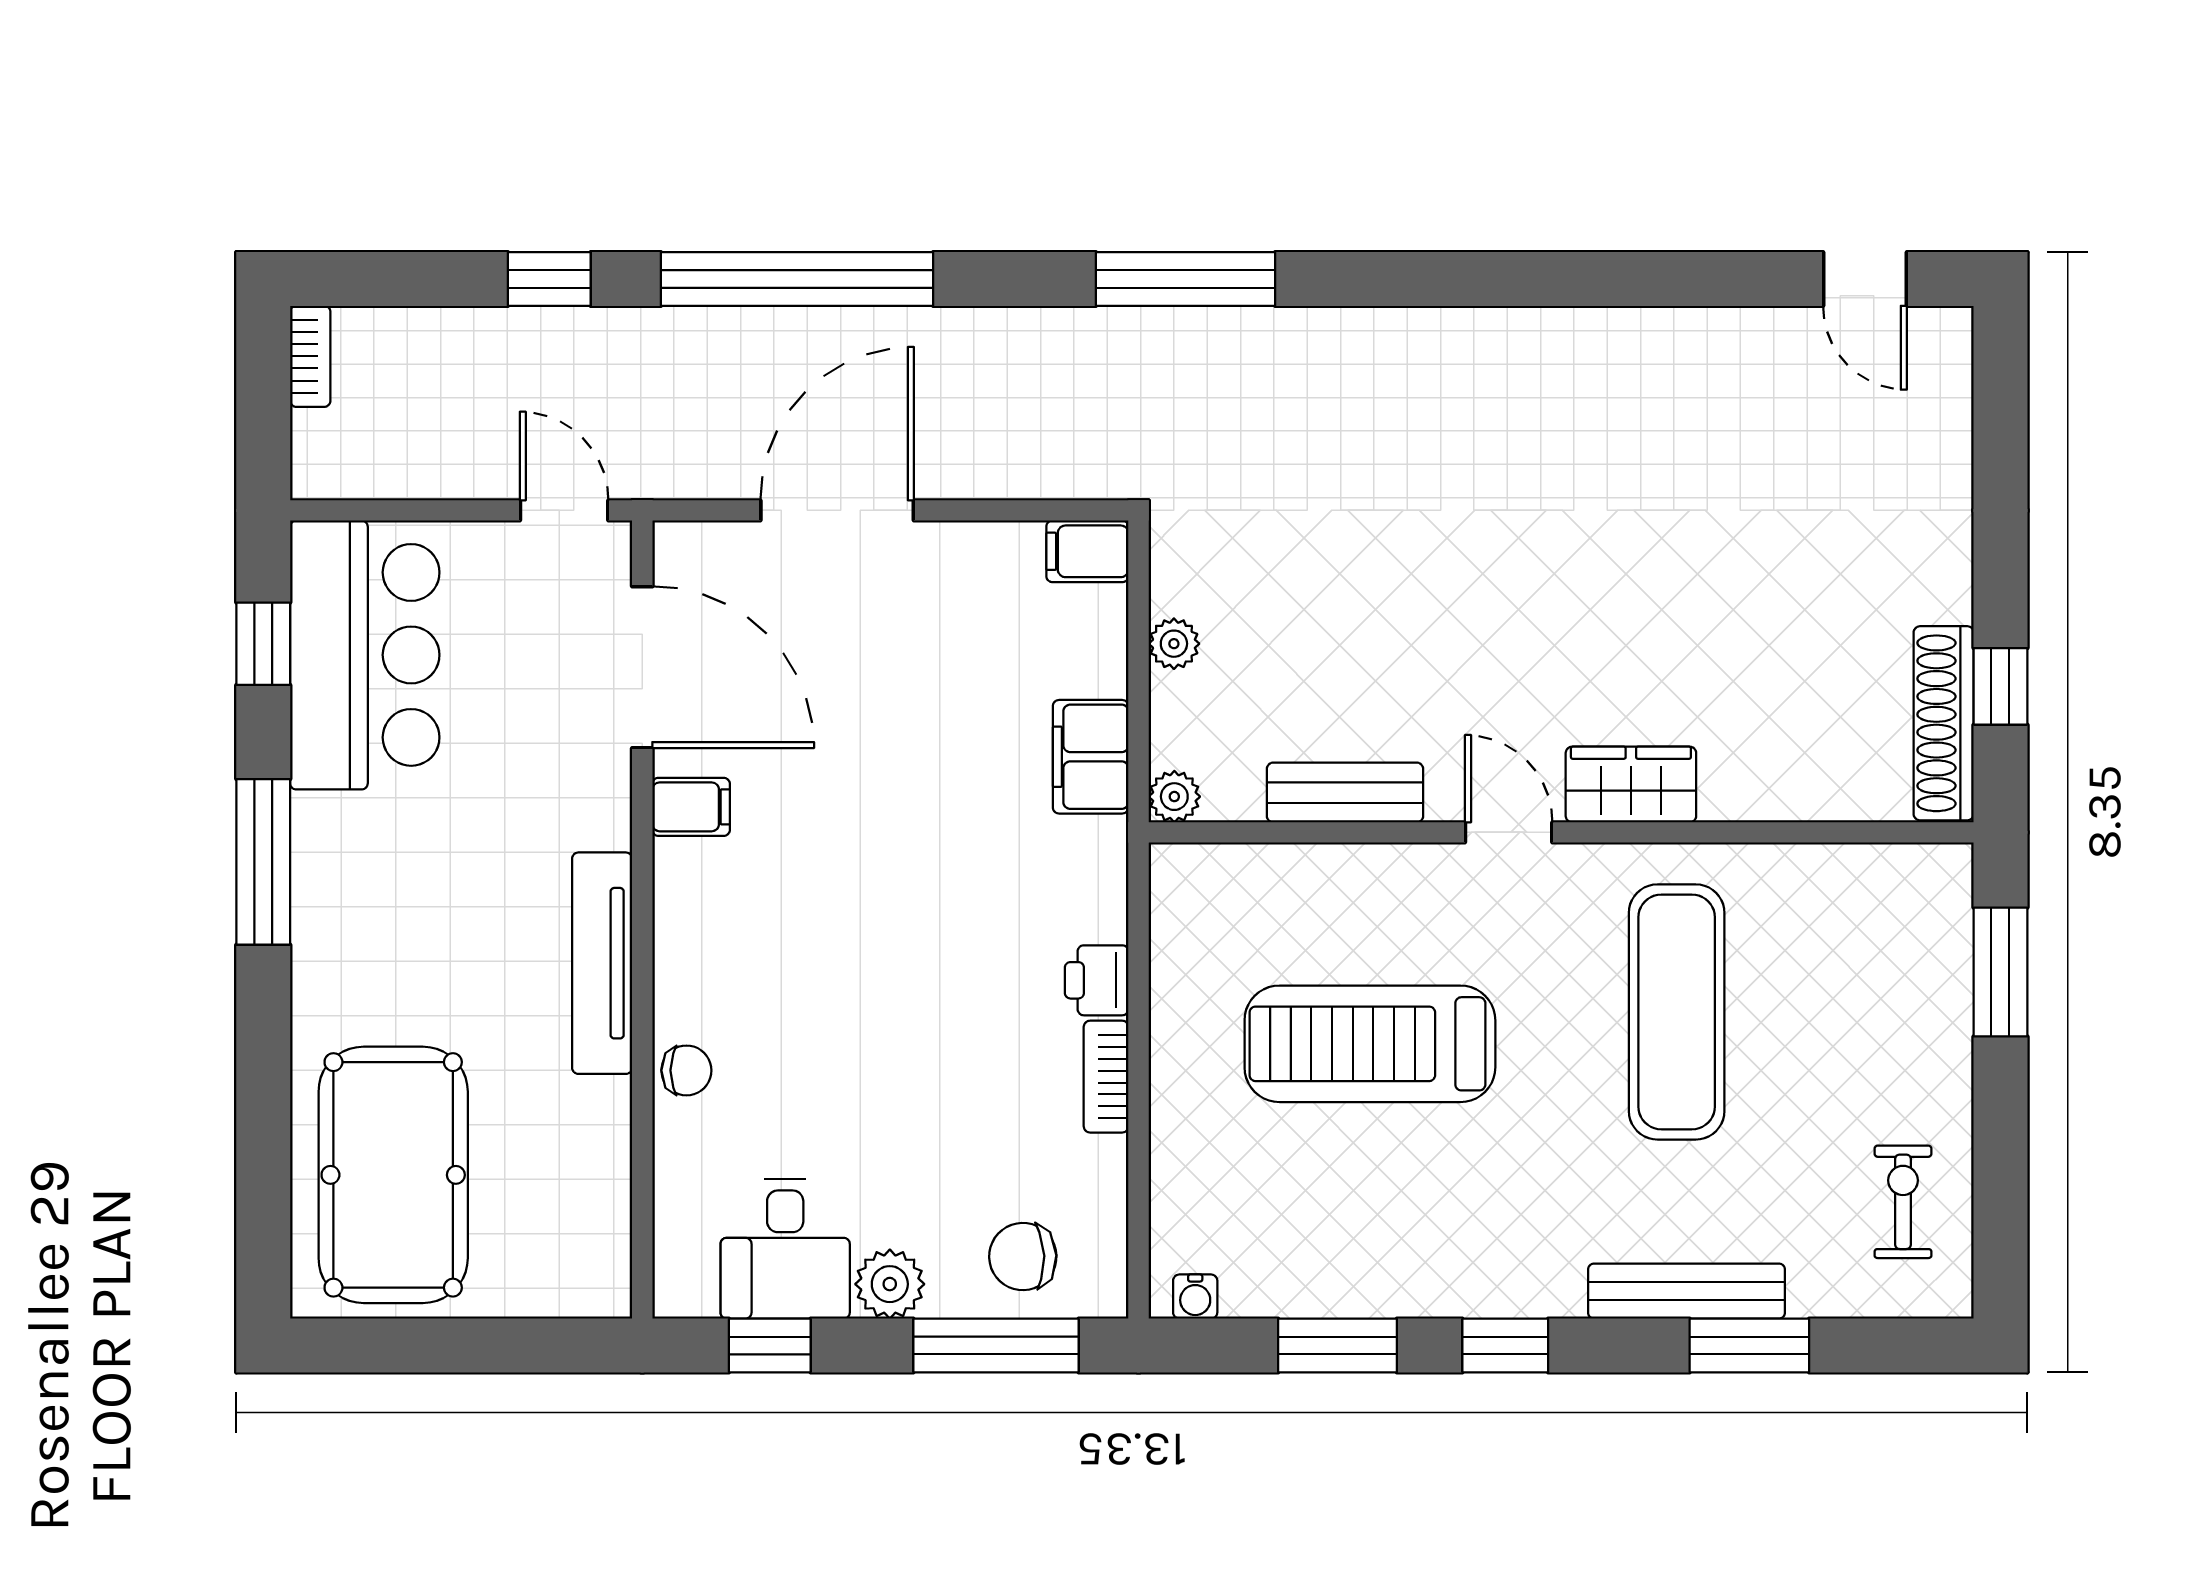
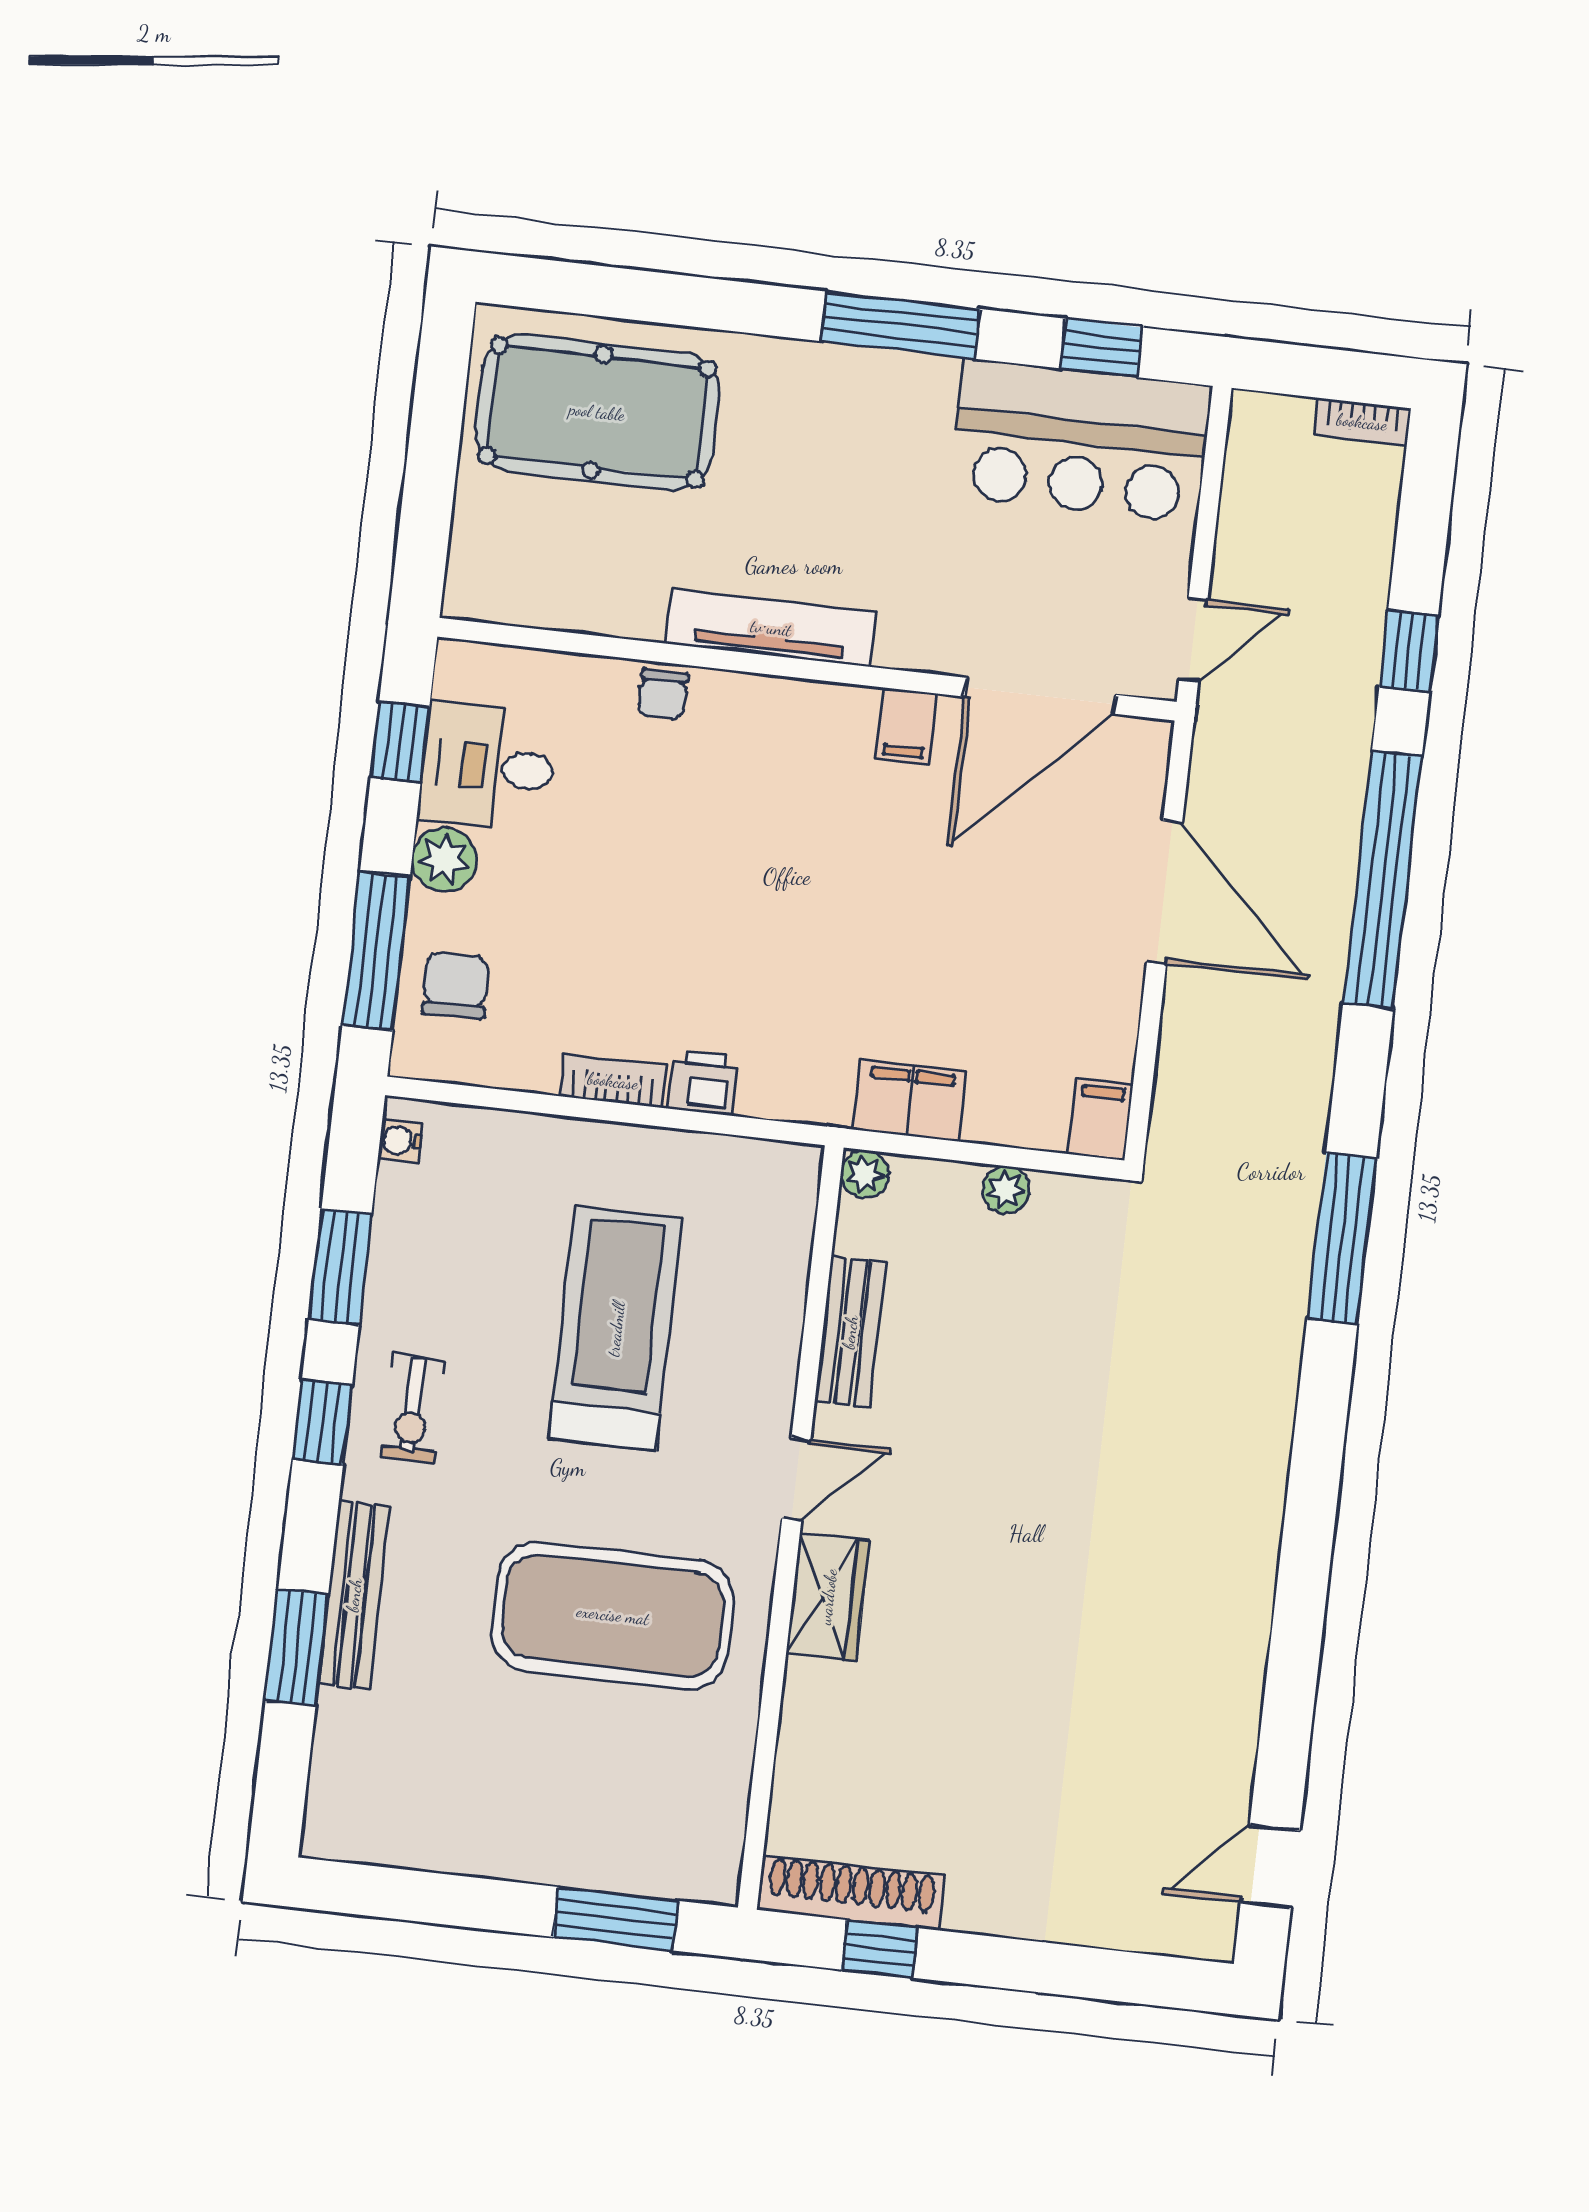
exercise mat: (1677, 1012) -> (613, 1615), width x1.47
exercise bike: (1903, 1202) -> (413, 1409), moved, turned 90

